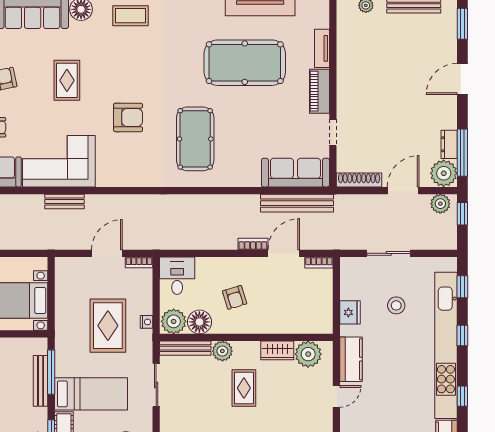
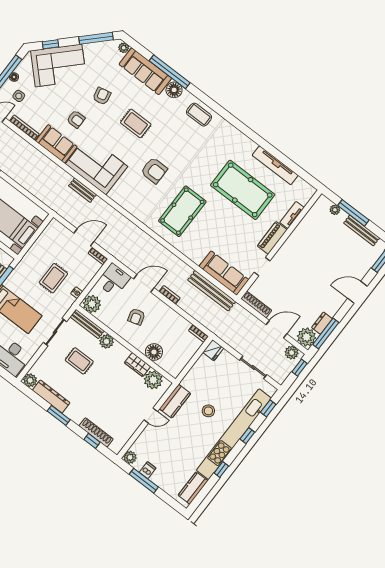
rug: (67, 80) -> (136, 123), turned 90
door: (284, 253) -> (144, 283), moved
sliding door: (389, 253) -> (253, 367), moved
stool: (396, 305) -> (208, 411), moved
fridge: (350, 312) -> (213, 350), moved
floor lamp: (199, 322) -> (154, 352), moved
rug: (108, 326) -> (53, 278), width x0.73, depth x0.70
rug: (244, 388) -> (79, 361), moved, turned 90

